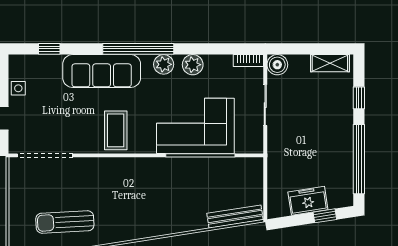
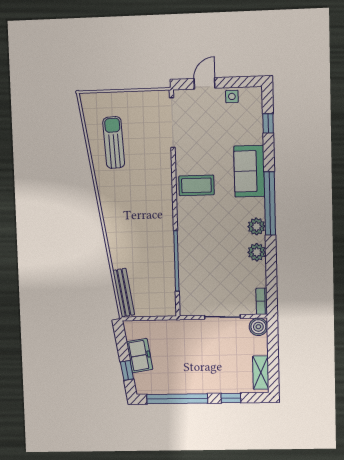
sofa: (102, 71) -> (249, 171), width x0.73
corner sofa: (195, 126) -> (202, 256), removed

